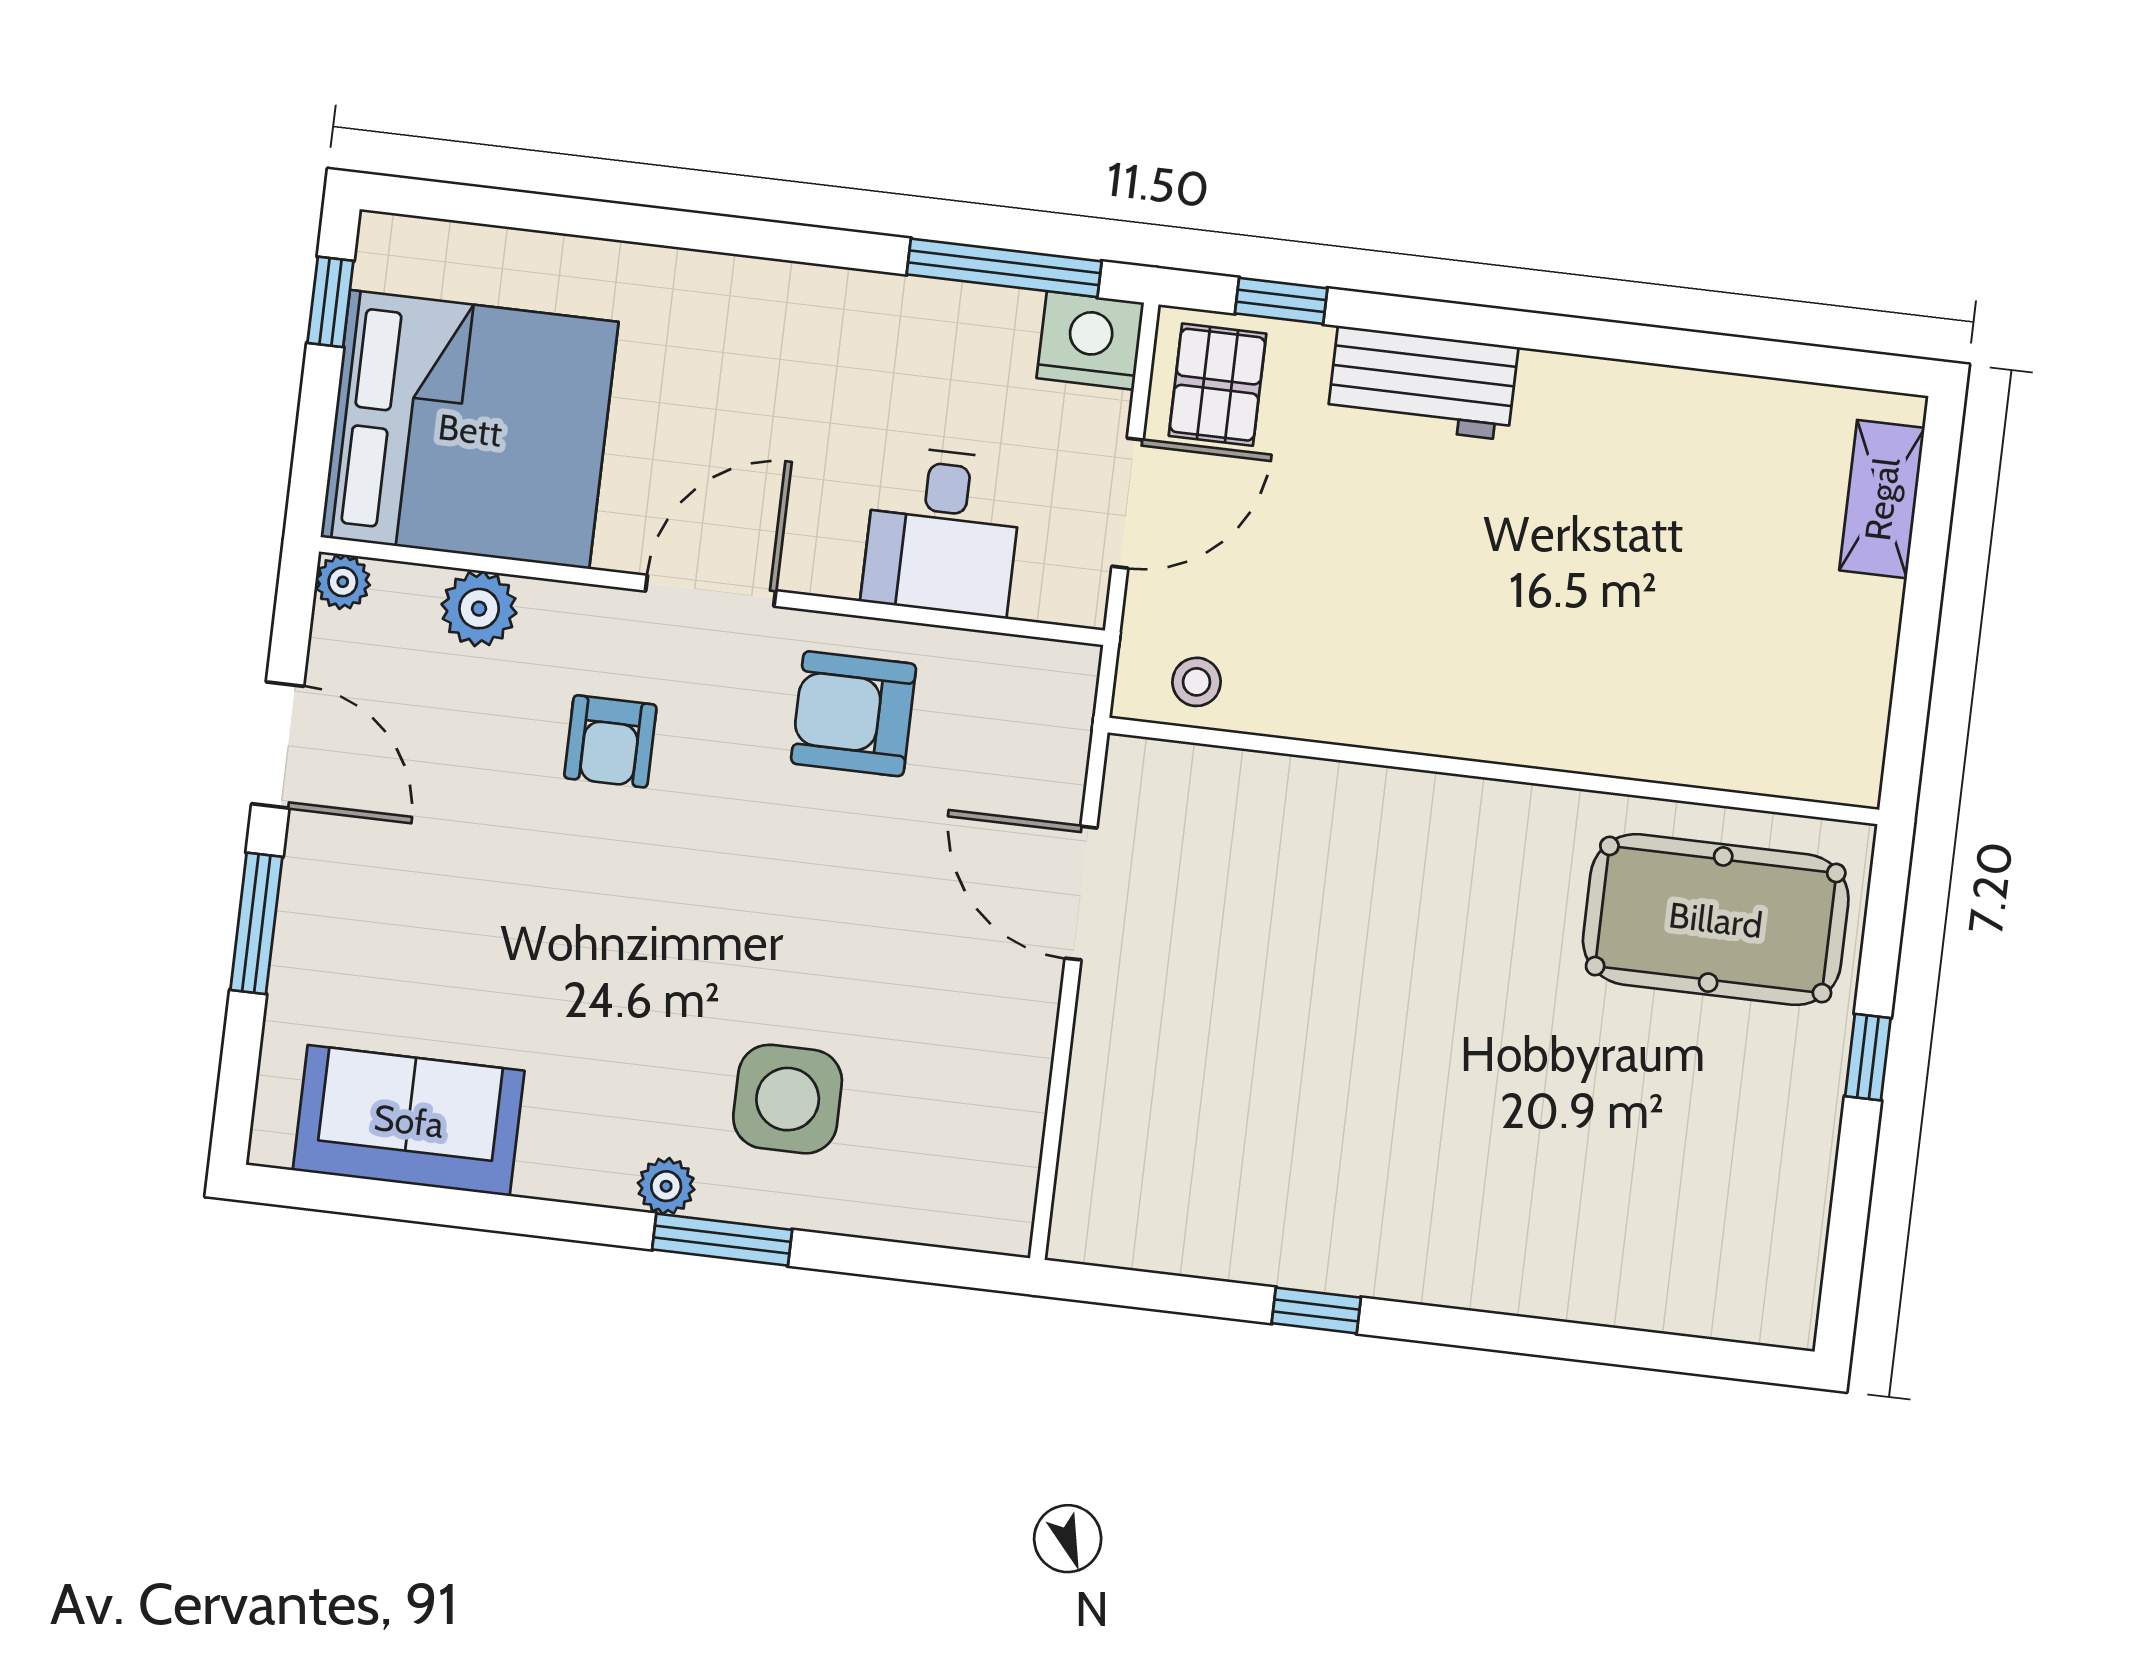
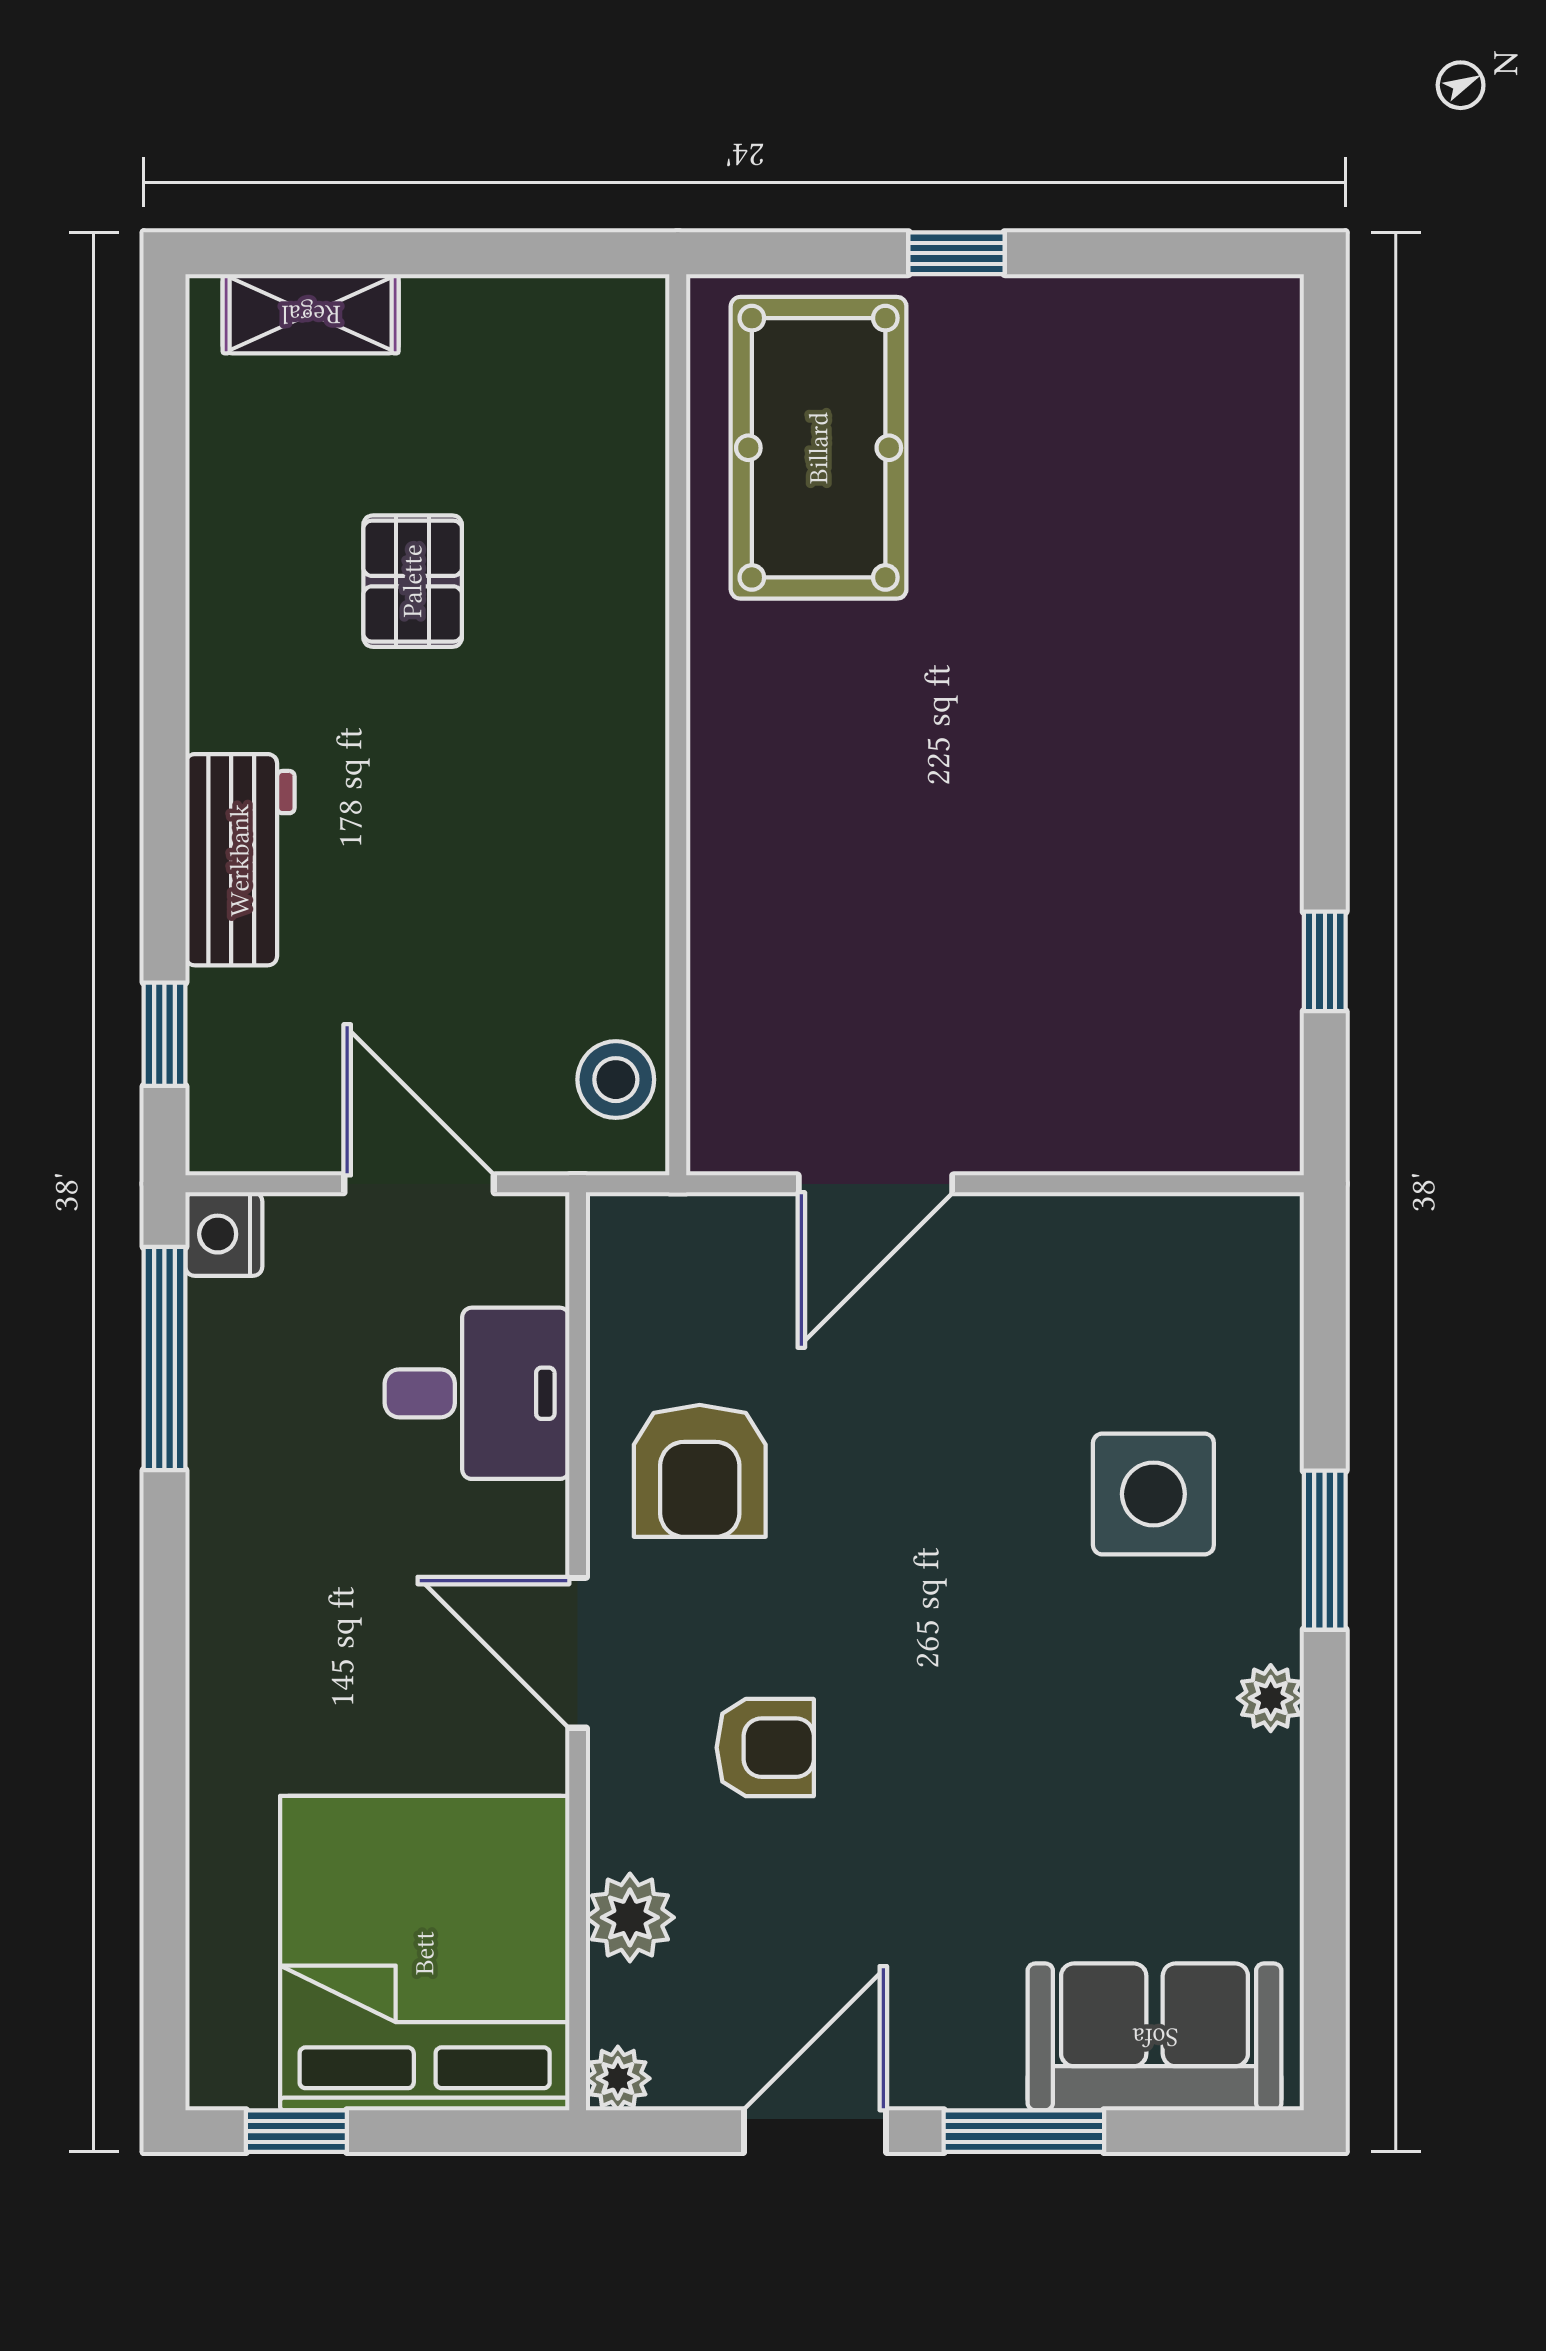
nightstand: (1090, 340) -> (224, 1234), width x0.74, depth x0.75
pallet: (1217, 385) -> (413, 581), moved, turned 90
stool: (1197, 682) -> (616, 1080), width x1.37, depth x1.37
sofa: (409, 1121) -> (1155, 2037), moved, turned 90
plant: (666, 1186) -> (1271, 1698), moved
window: (1316, 1310) -> (1325, 961), moved

